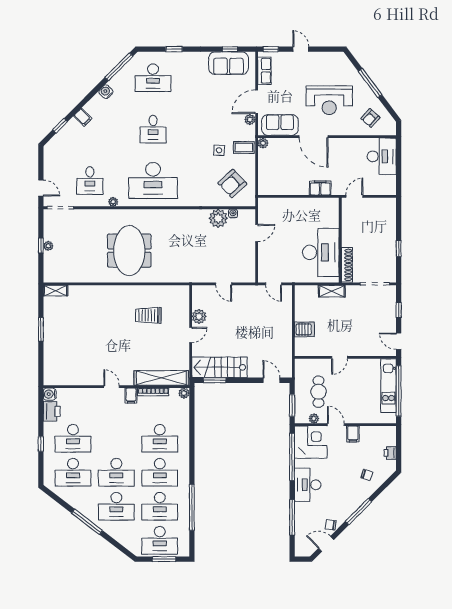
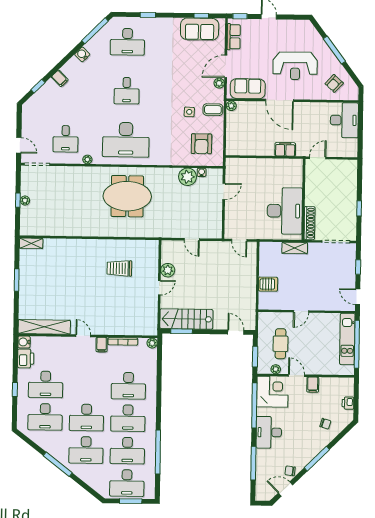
armchair: (232, 183) -> (201, 144), turned -47
meeting table: (129, 251) -> (127, 196), moved, turned 90
shelving: (161, 378) -> (44, 327), moved

